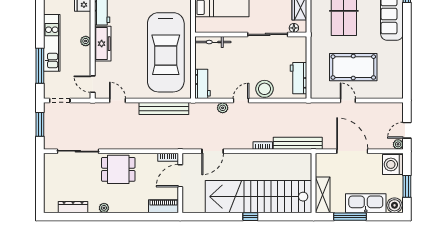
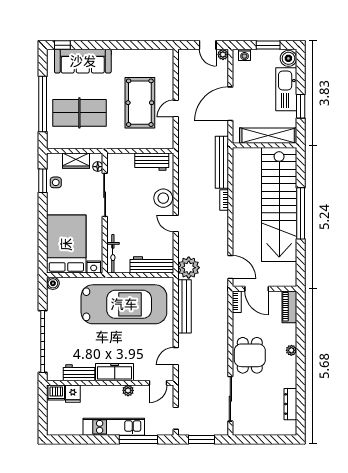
nightstand: (200, 24) -> (94, 267), added
plant: (86, 41) -> (128, 390), moved
workbench: (202, 84) -> (152, 265), width x1.37
plant: (223, 108) -> (189, 268), moved, width x1.87, depth x1.87
door: (213, 151) -> (230, 267), moved
washing machine: (393, 164) -> (245, 55), width x0.53, depth x0.53
shelving: (323, 195) -> (268, 136), width x1.47
plant: (104, 208) -> (291, 350), moved
window: (250, 217) -> (301, 213), width x3.17
window: (350, 217) -> (301, 106), width x0.69

